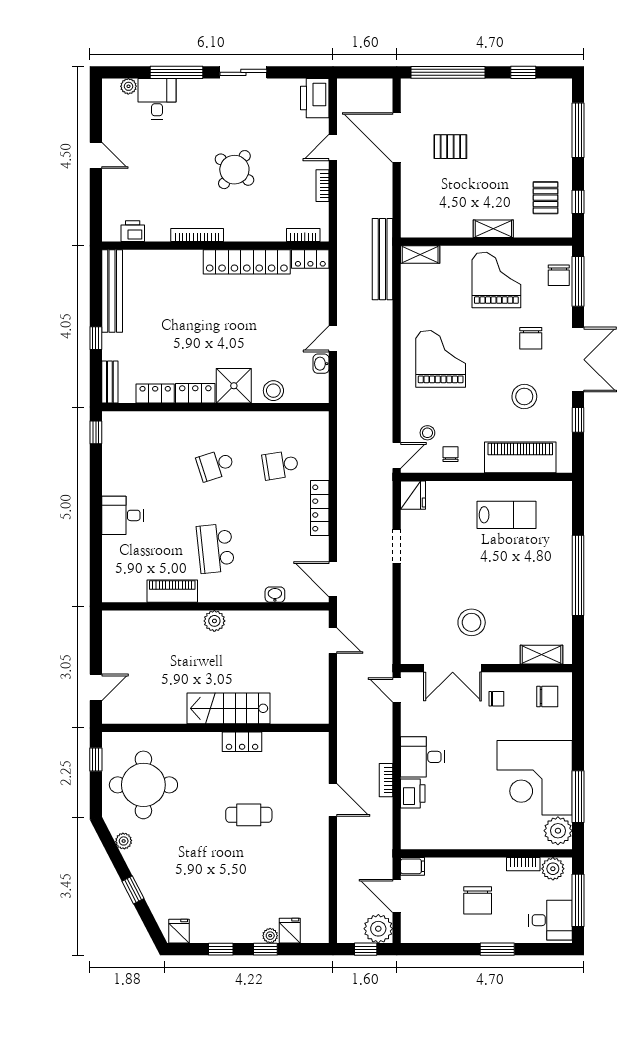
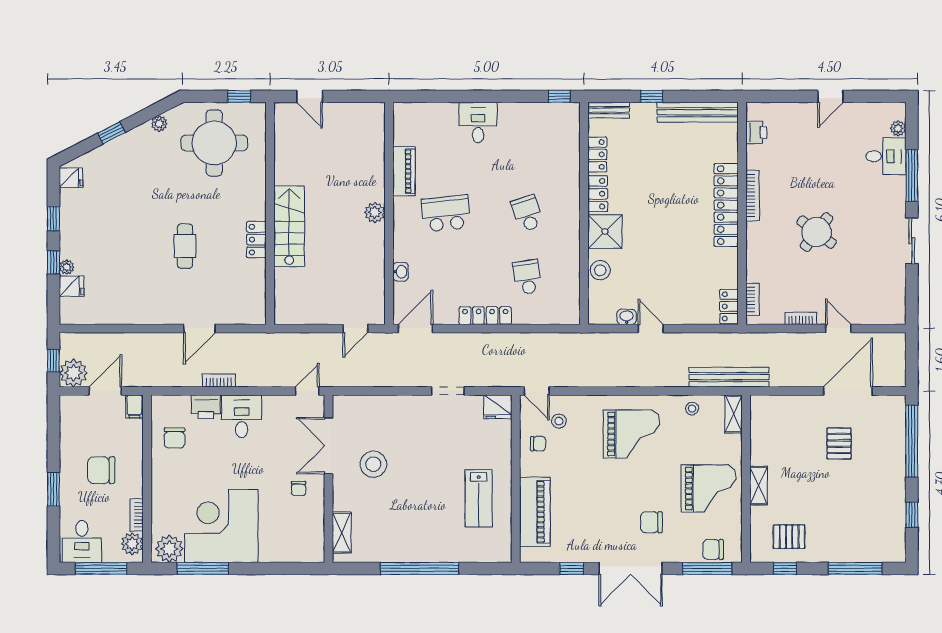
printer: (315, 98) -> (887, 311), removed
locker: (247, 262) -> (726, 205), moved
stool: (524, 397) -> (692, 409), moved, width x0.53, depth x0.53
chair: (547, 697) -> (174, 438), moved

